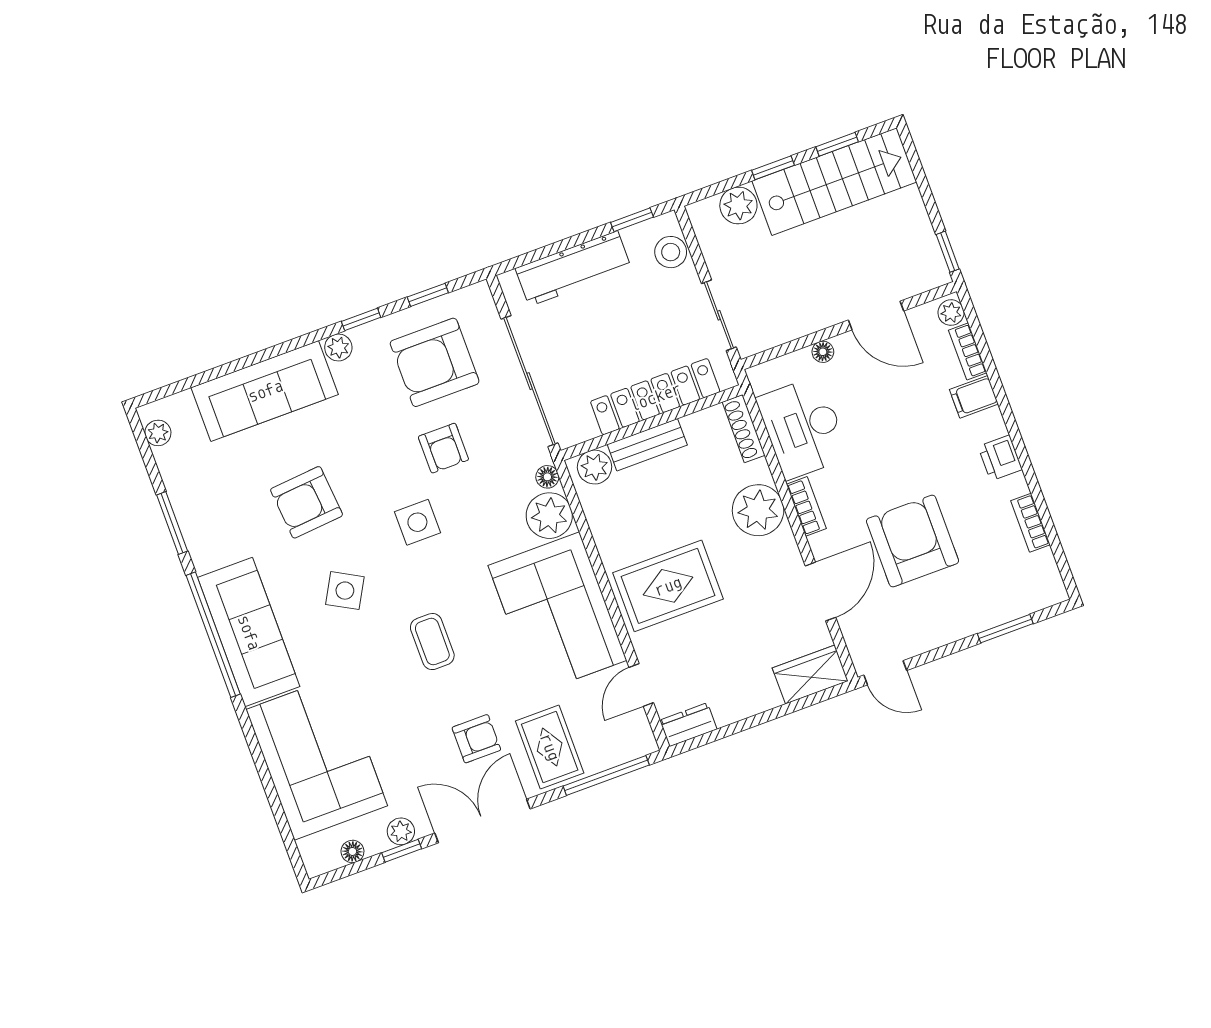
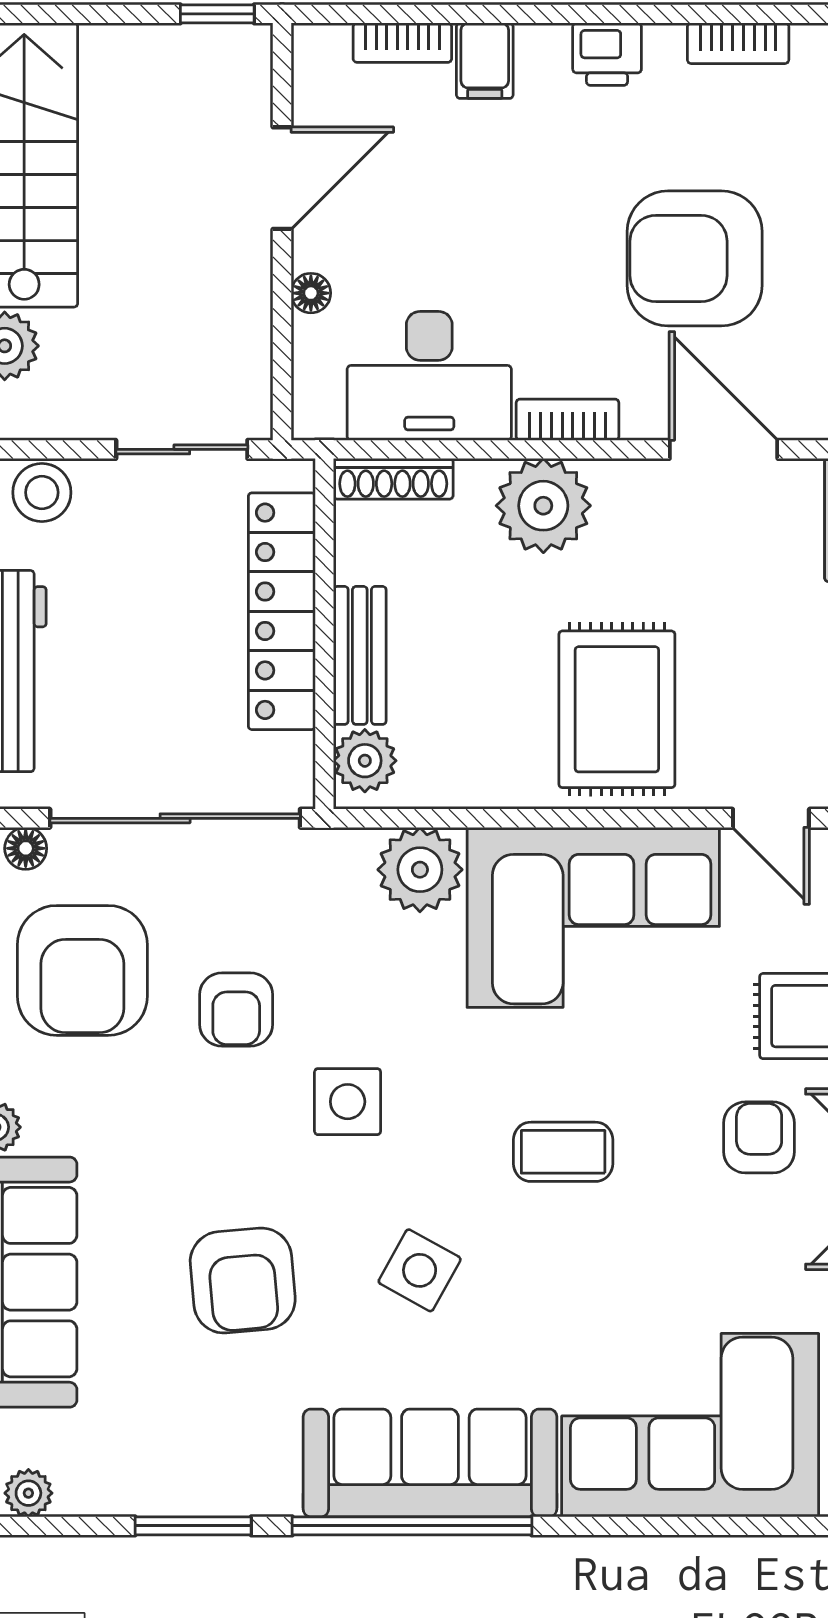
plant: (951, 313) -> (325, 47), removed
armchair: (443, 448) -> (236, 1010), turned 90
floor lamp: (547, 477) -> (26, 848), moved

